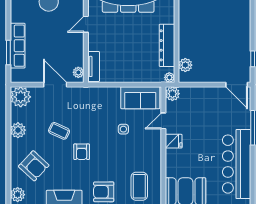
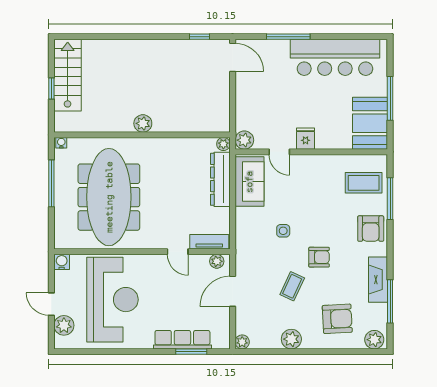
door: (86, 24) -> (178, 252), moved
dresser: (167, 45) -> (220, 179), moved, turned 90
plant: (185, 65) -> (143, 123), moved
door: (237, 85) -> (233, 57), hinge flipped
plant: (21, 97) -> (242, 342), width x0.53, depth x0.53
side table: (123, 129) -> (283, 231), moved
armchair: (34, 166) -> (337, 319), turned 44

